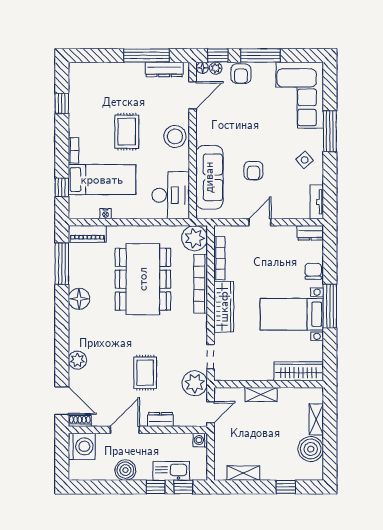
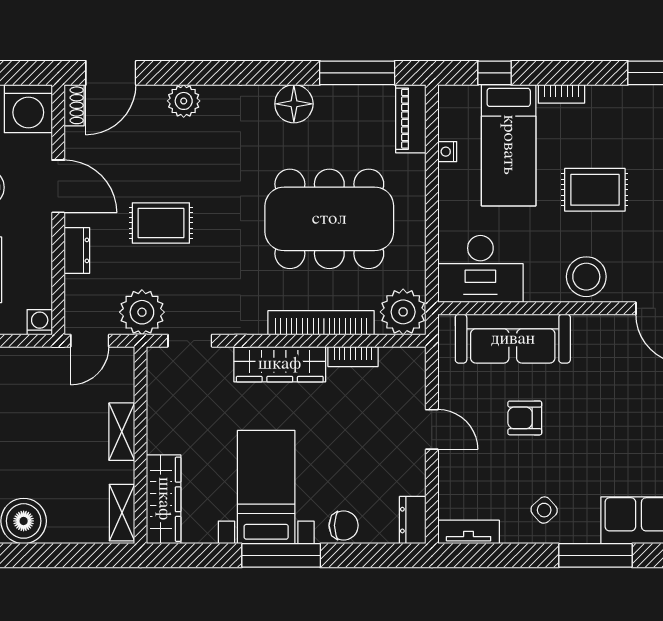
bookcase: (219, 258) -> (353, 357), width x0.64
door: (211, 412) -> (90, 341), hinge flipped
shelving: (316, 419) -> (122, 513), moved, turned 90

